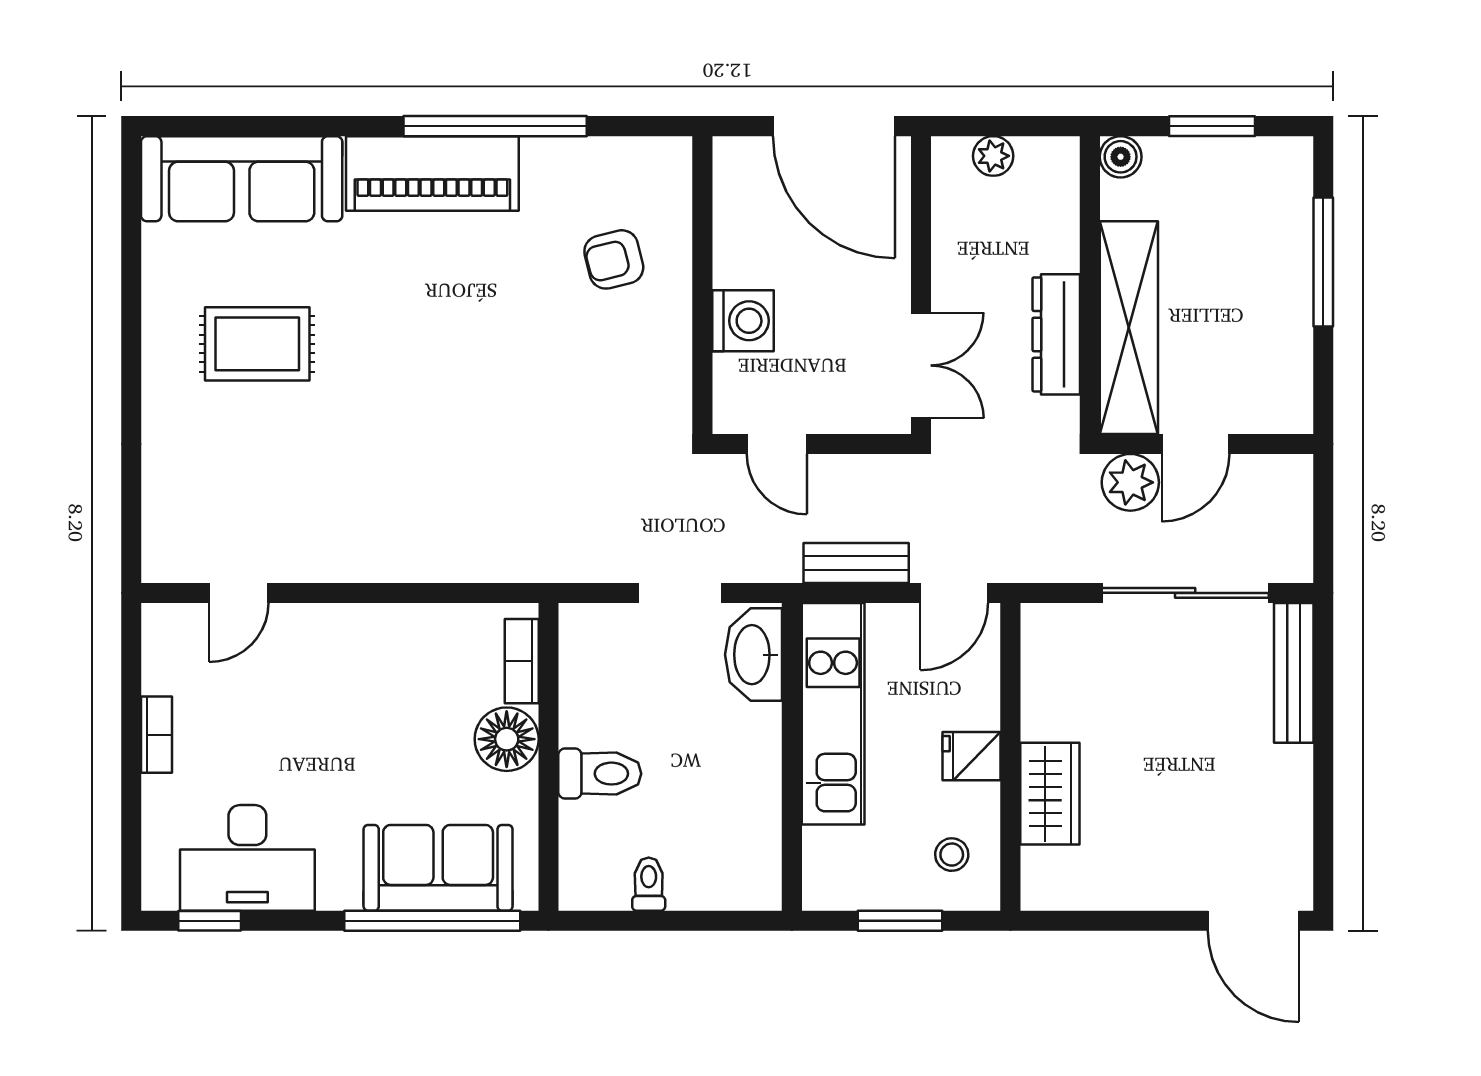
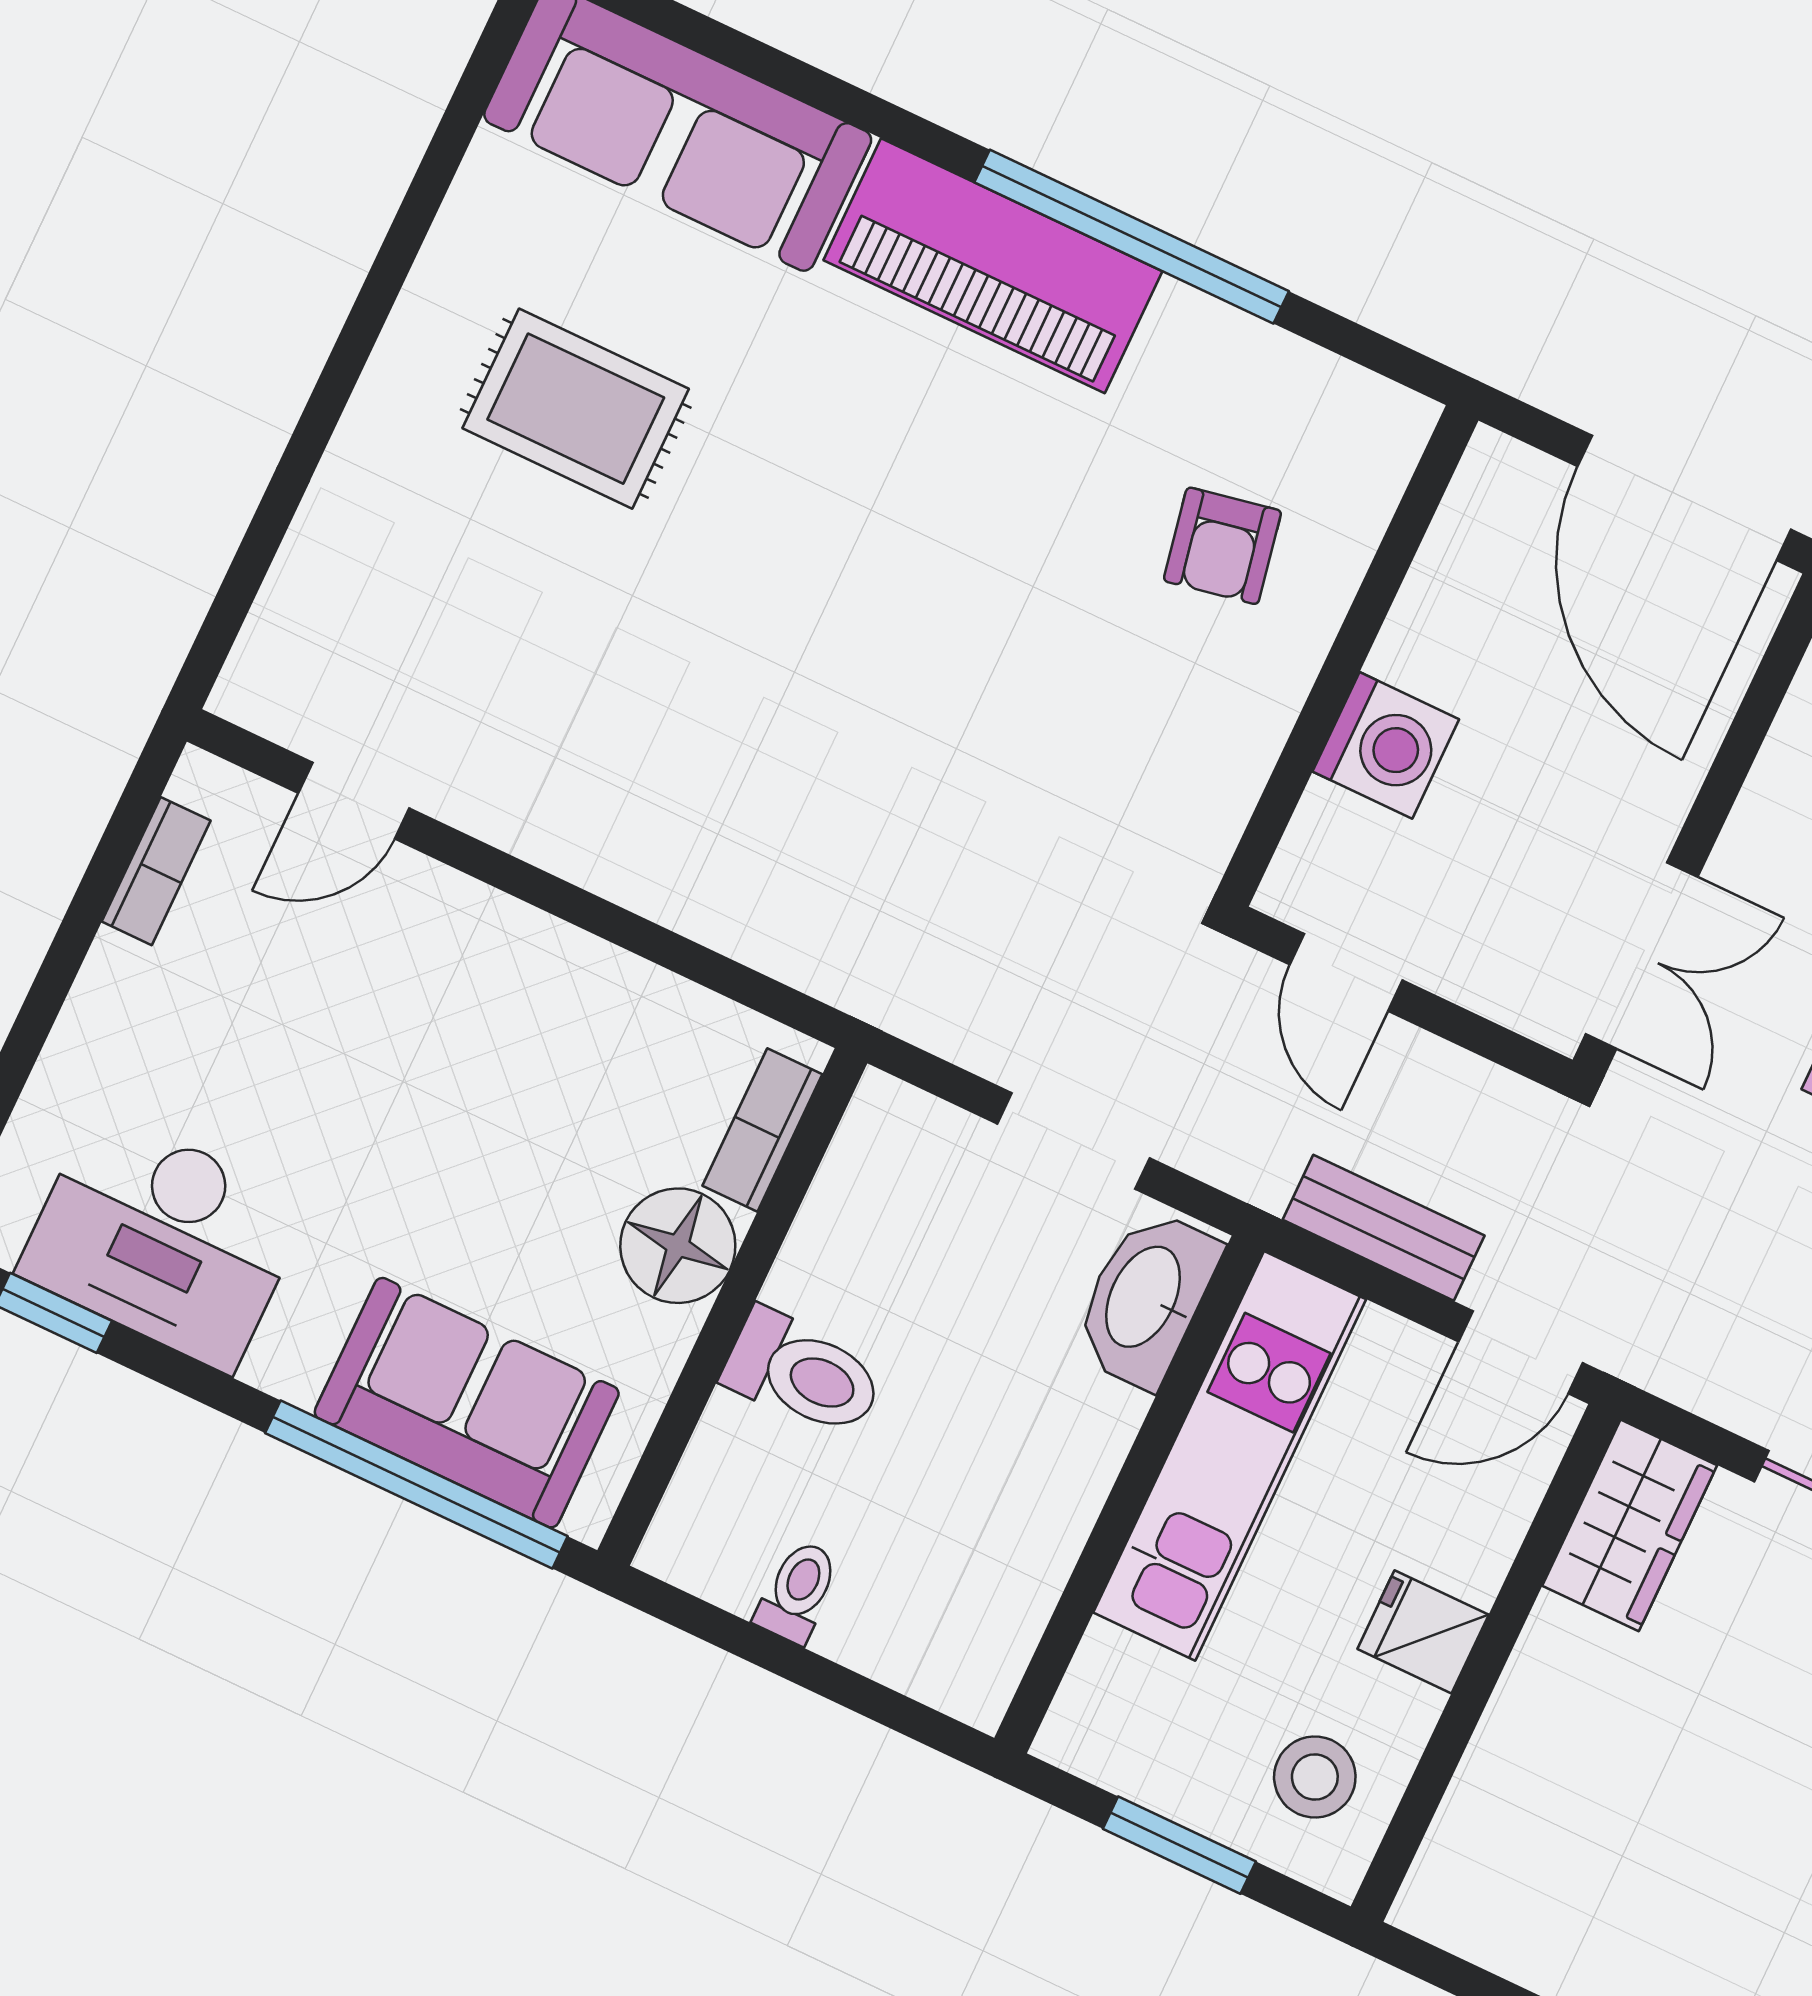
armchair: (614, 259) -> (1222, 546), turned -87
bookcase: (156, 735) -> (156, 871), moved
wardrobe: (1050, 794) -> (1630, 1525), moved
stool: (952, 855) -> (1315, 1777), width x1.37, depth x1.37

